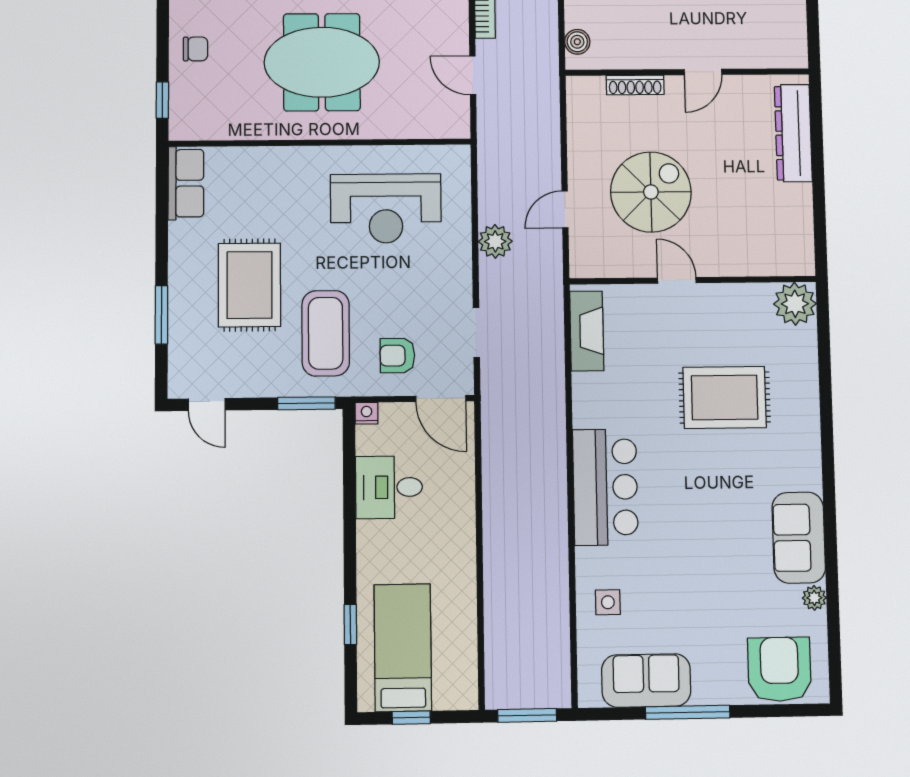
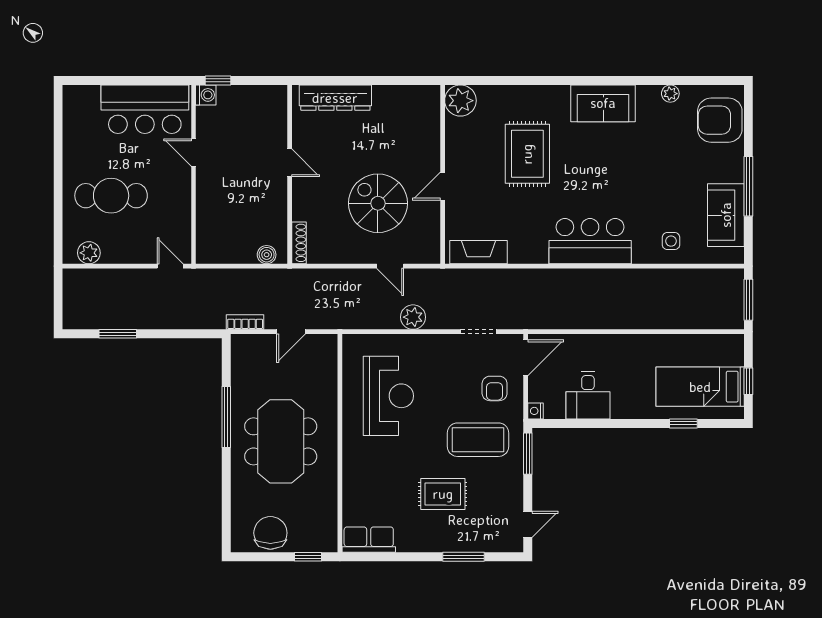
chair: (195, 49) -> (270, 533), width x1.87, depth x1.87
shoe rack: (635, 85) -> (299, 243), moved
rug: (250, 285) -> (443, 494), width x0.73, depth x0.70
sofa: (799, 538) -> (603, 103), moved

